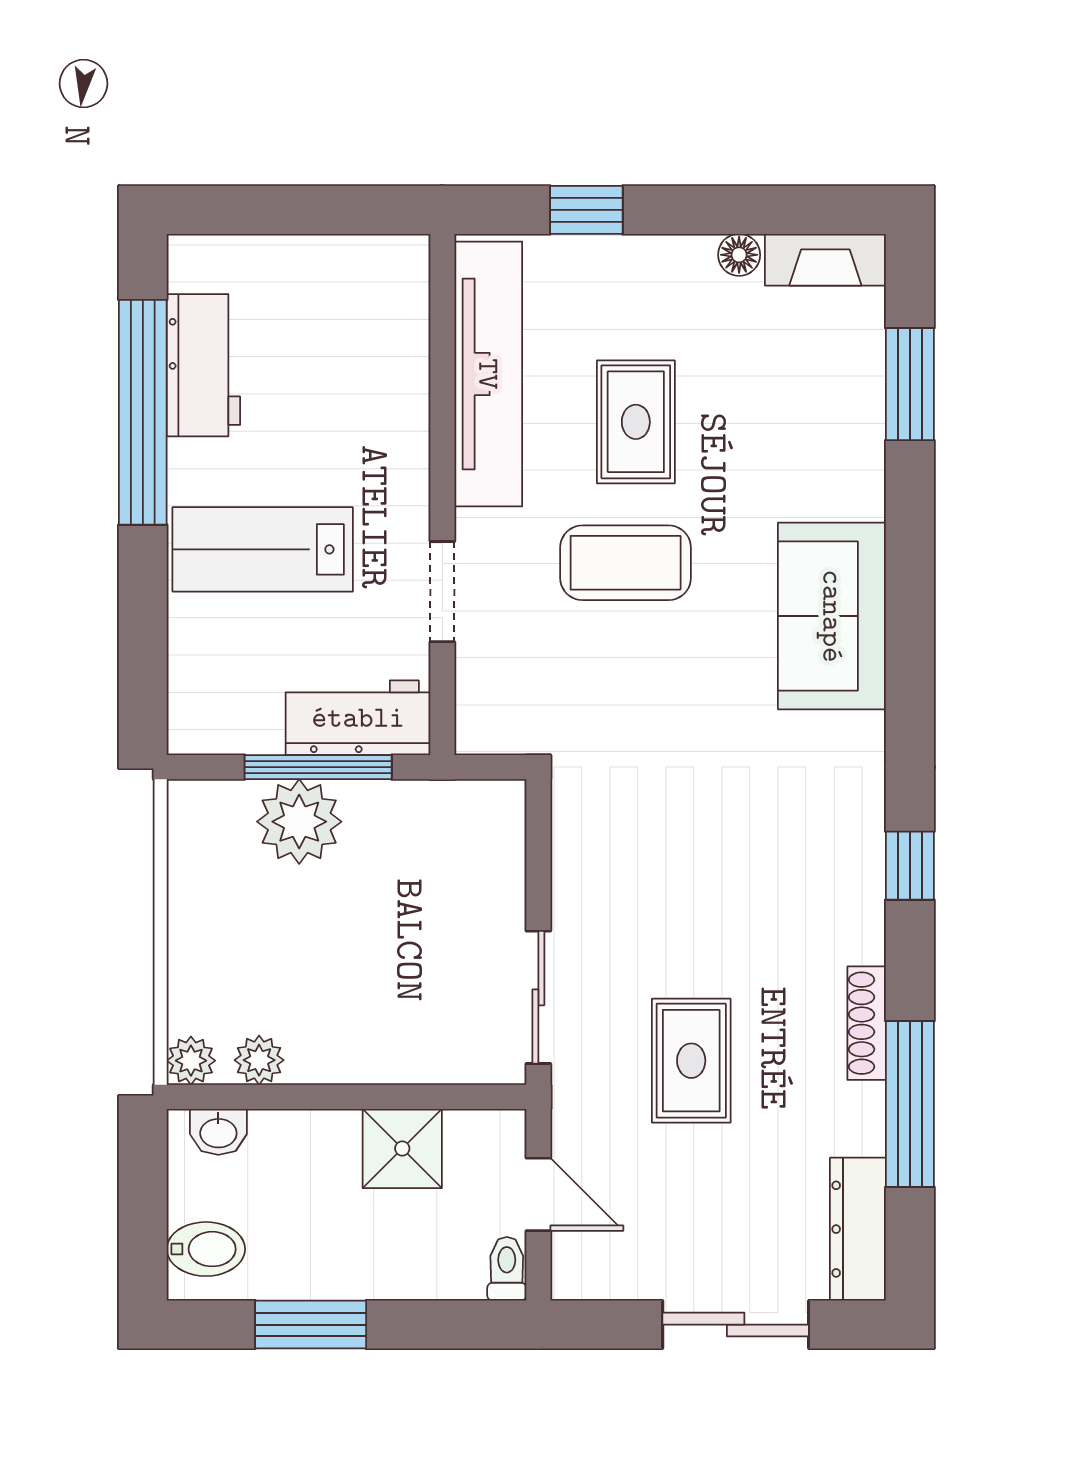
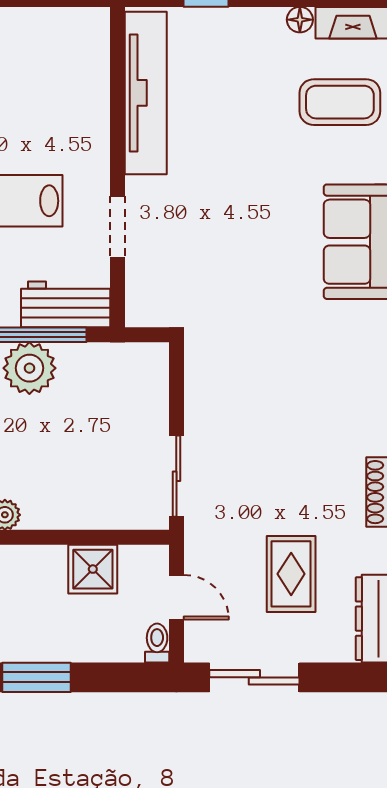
rug: (636, 422) -> (236, 122), removed
coffee table: (626, 563) -> (340, 102), moved
rug: (691, 1061) -> (291, 574), moved
sliding door: (736, 1325) -> (254, 677), moved

